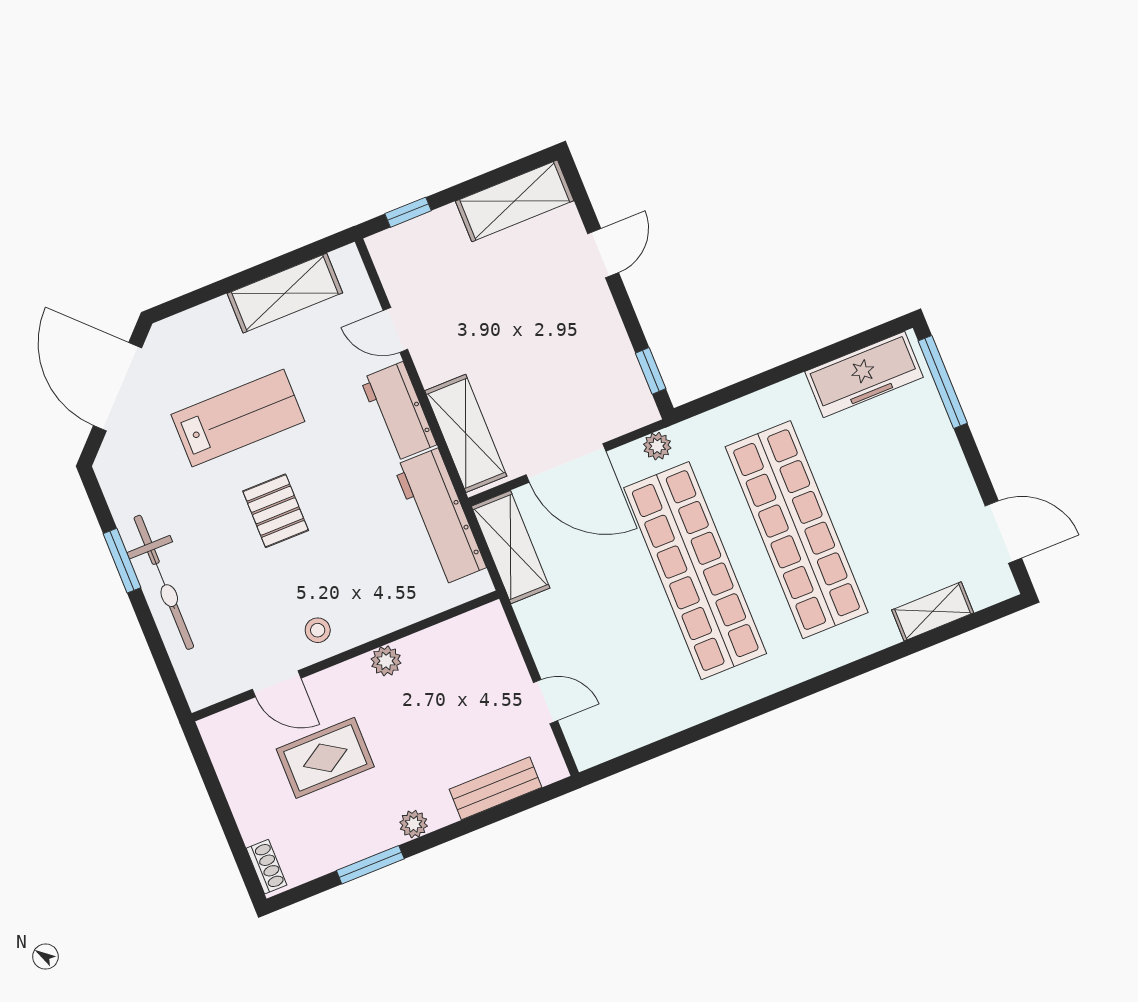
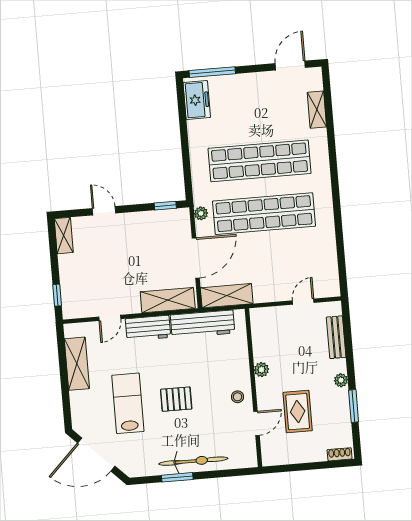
shelving: (515, 201) -> (64, 236), width x0.67, depth x0.75
freezer: (864, 374) -> (197, 100), width x0.71

